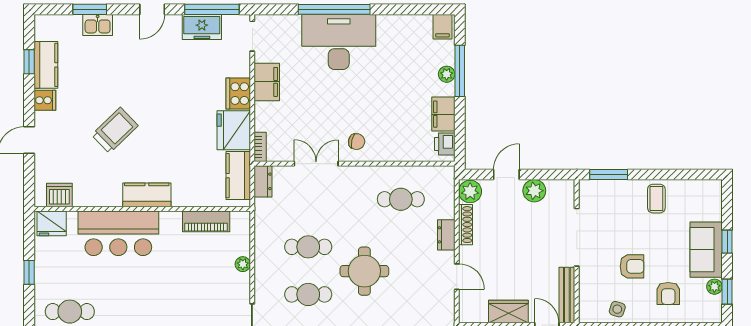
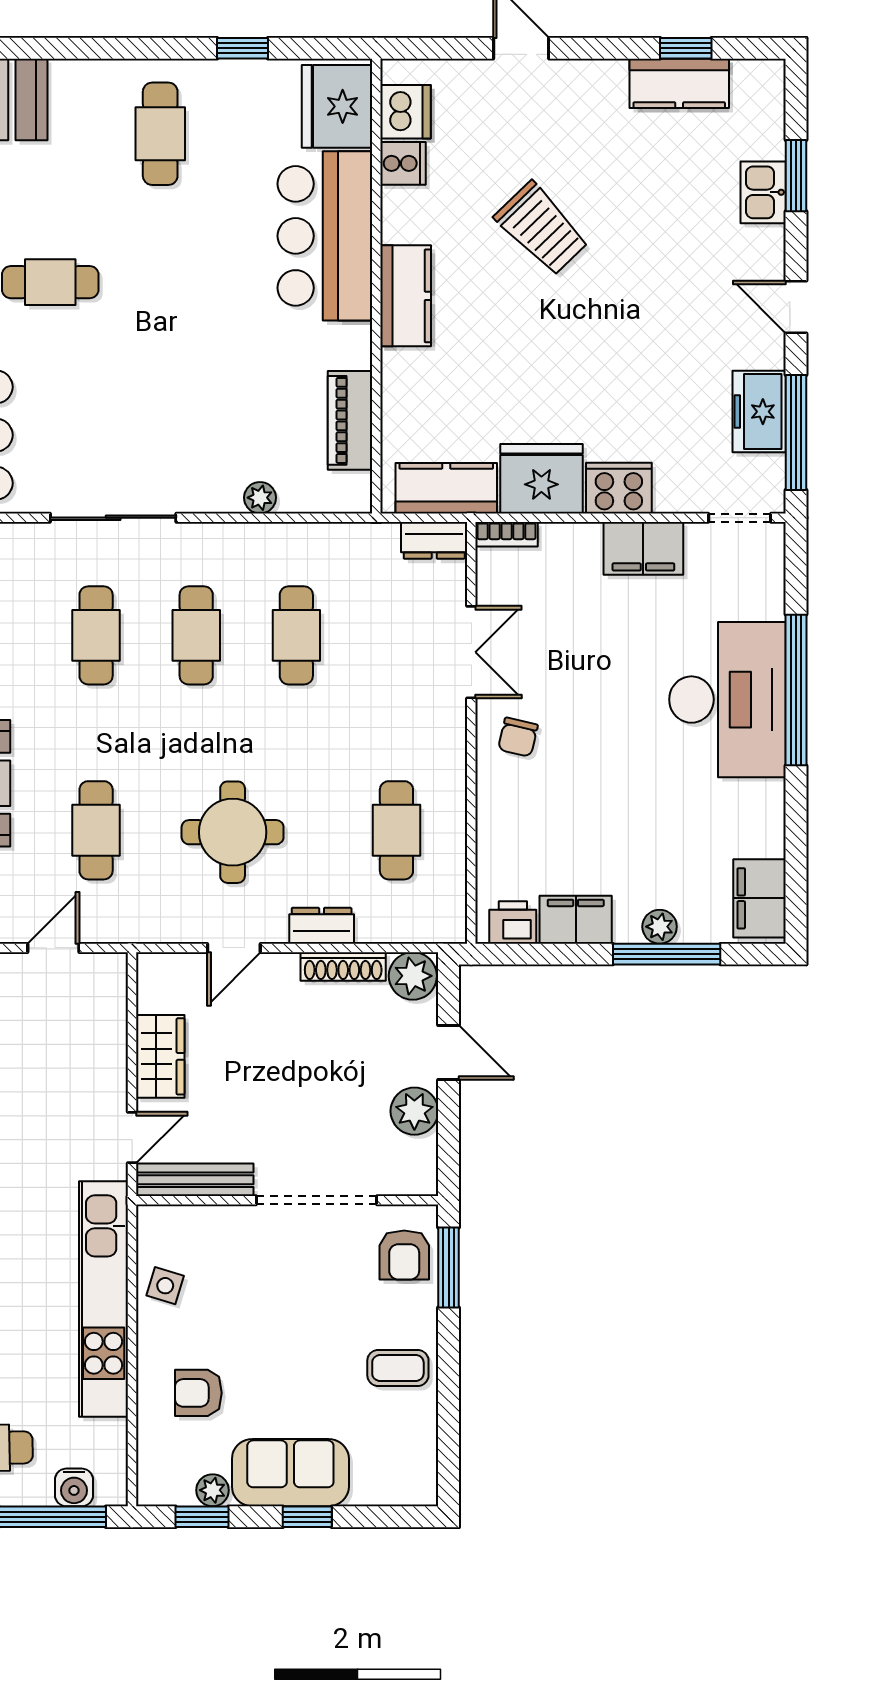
filing cabinet: (443, 27) -> (760, 898), width x2.00
cooker: (45, 100) -> (403, 163), moved, turned -90
fridge: (52, 223) -> (337, 106), width x1.36, depth x1.34
armchair: (632, 266) -> (404, 1255), moved
round table: (364, 271) -> (233, 832), moved

